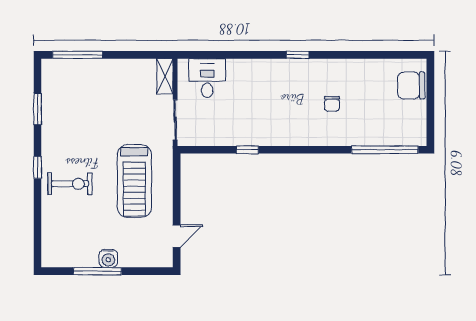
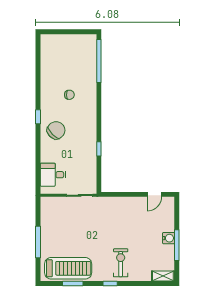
window: (78, 55) -> (38, 242), moved
shelving: (165, 76) -> (163, 276), moved
chair: (411, 85) -> (56, 130), moved, turned -135
treadmill: (134, 181) -> (68, 268), moved
door: (177, 236) -> (154, 194), swing flipped

